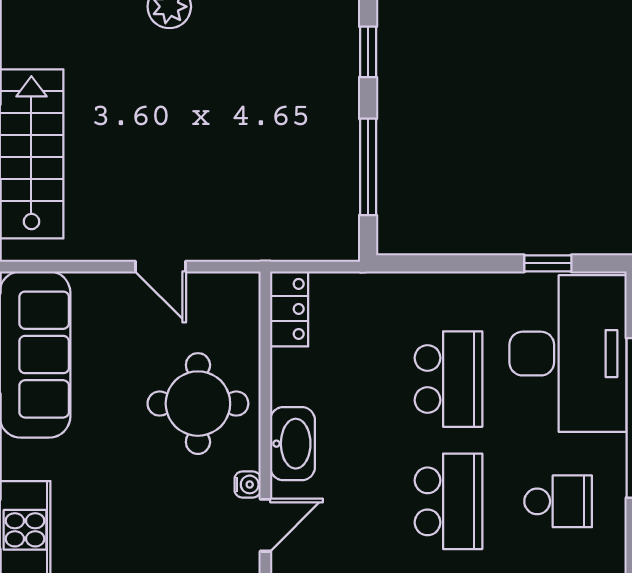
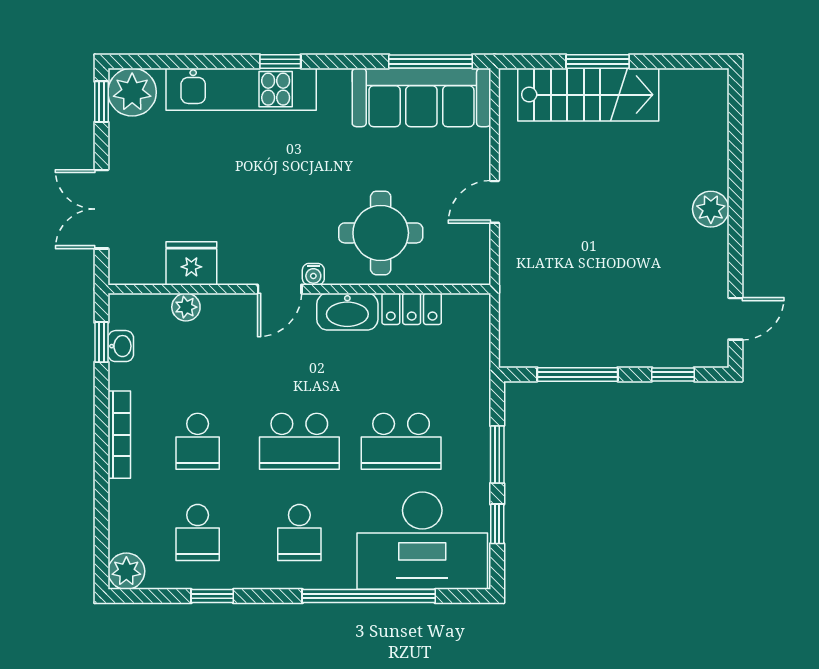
window: (464, 263) -> (497, 455), added
locker: (289, 309) -> (412, 309), moved
door: (265, 525) -> (280, 289), hinge flipped

